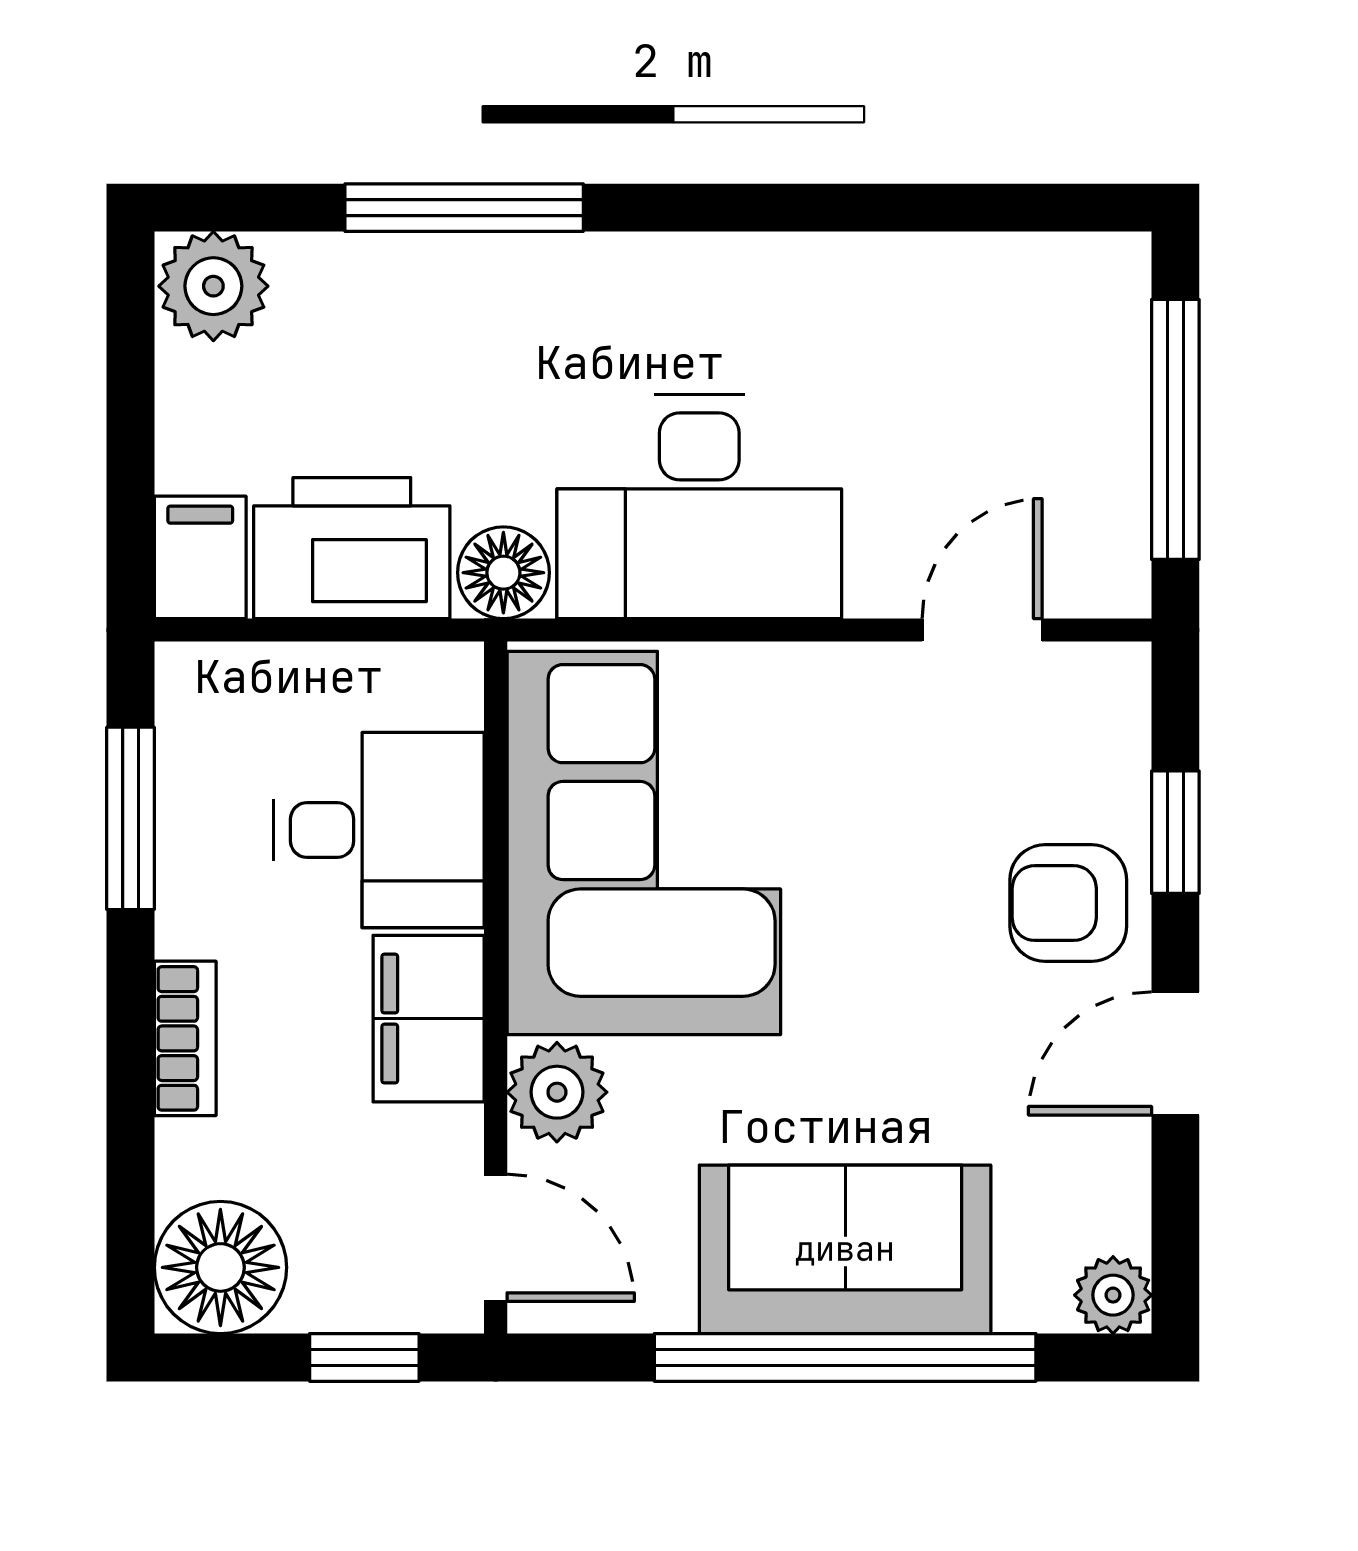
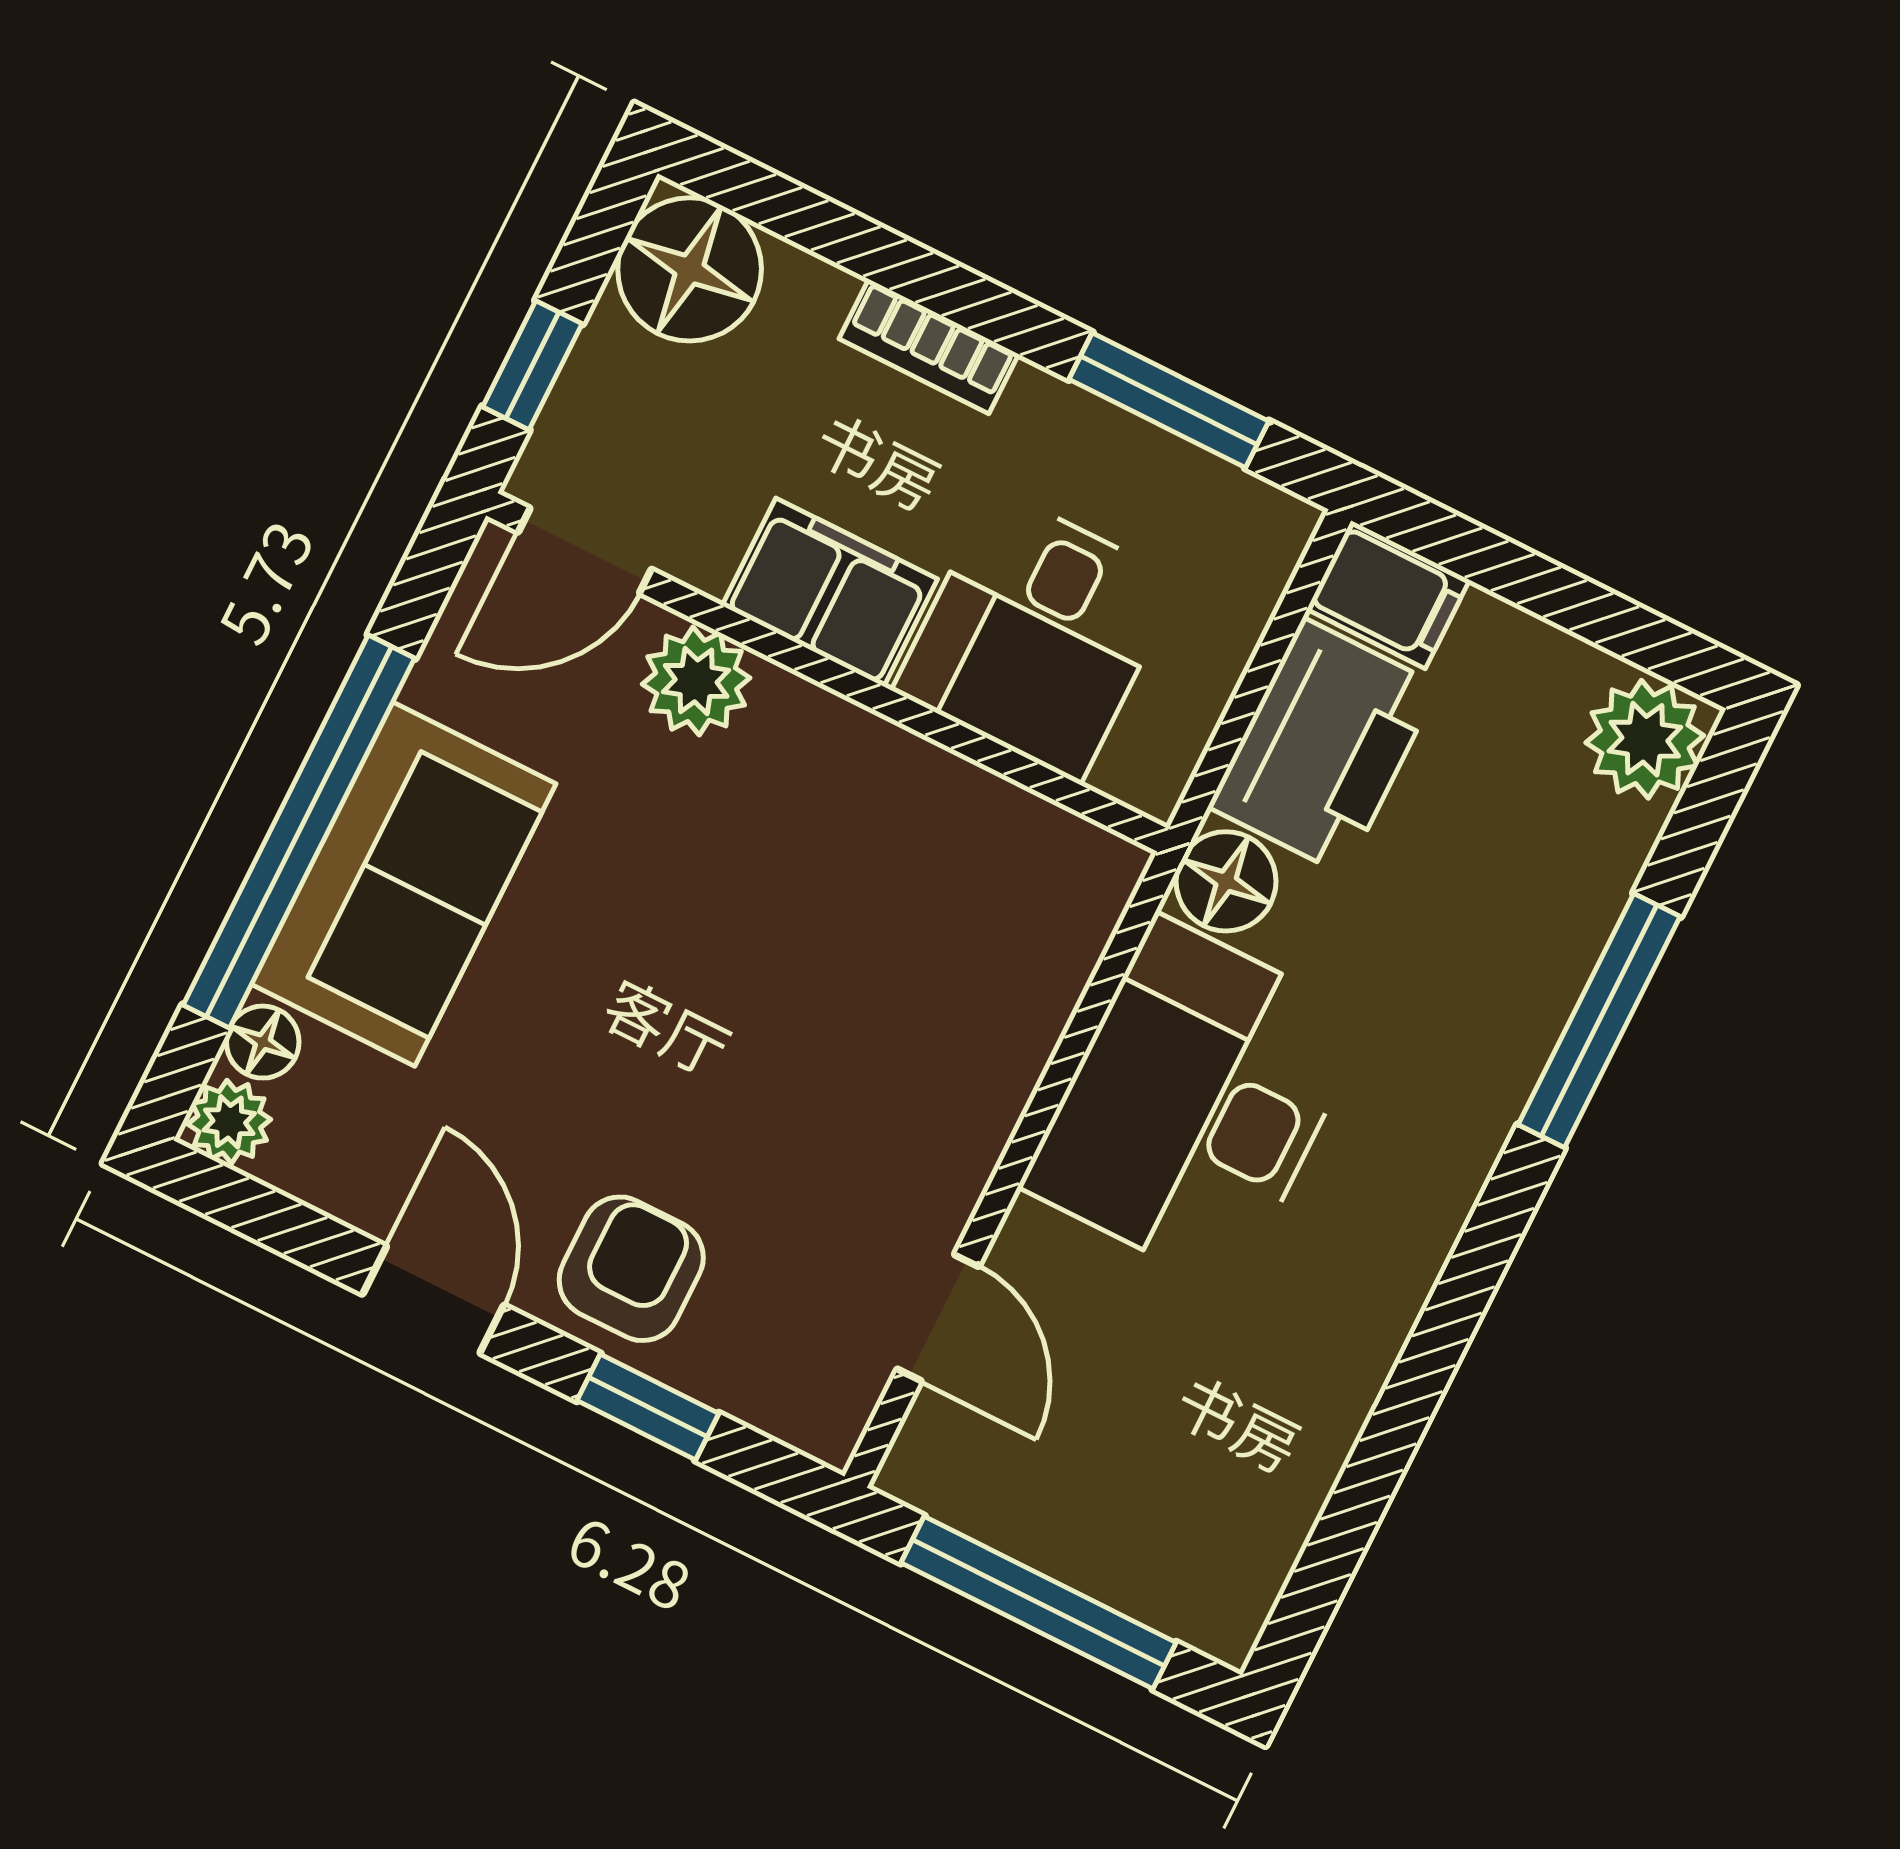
corner sofa: (644, 843) -> (896, 886), removed
floor lamp: (1034, 1300) -> (263, 1042), added

